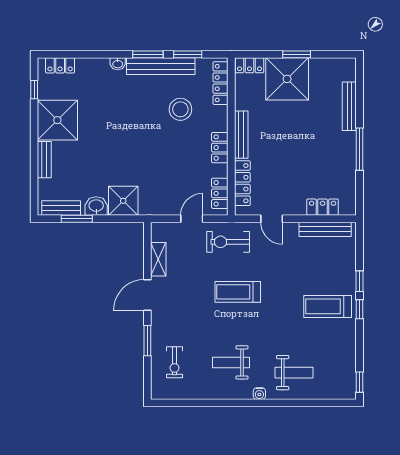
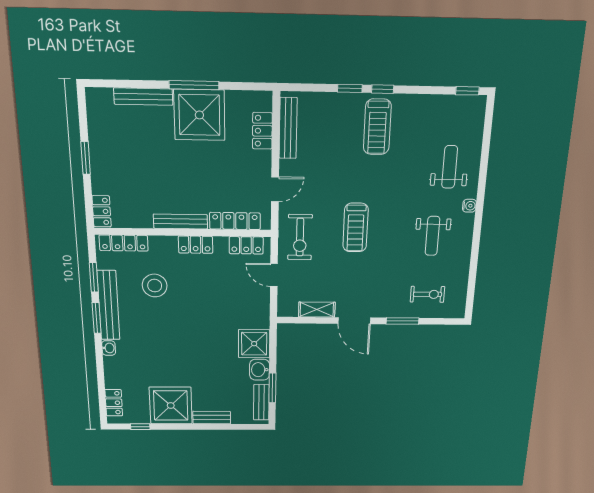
shower: (287, 79) -> (199, 115), moved

